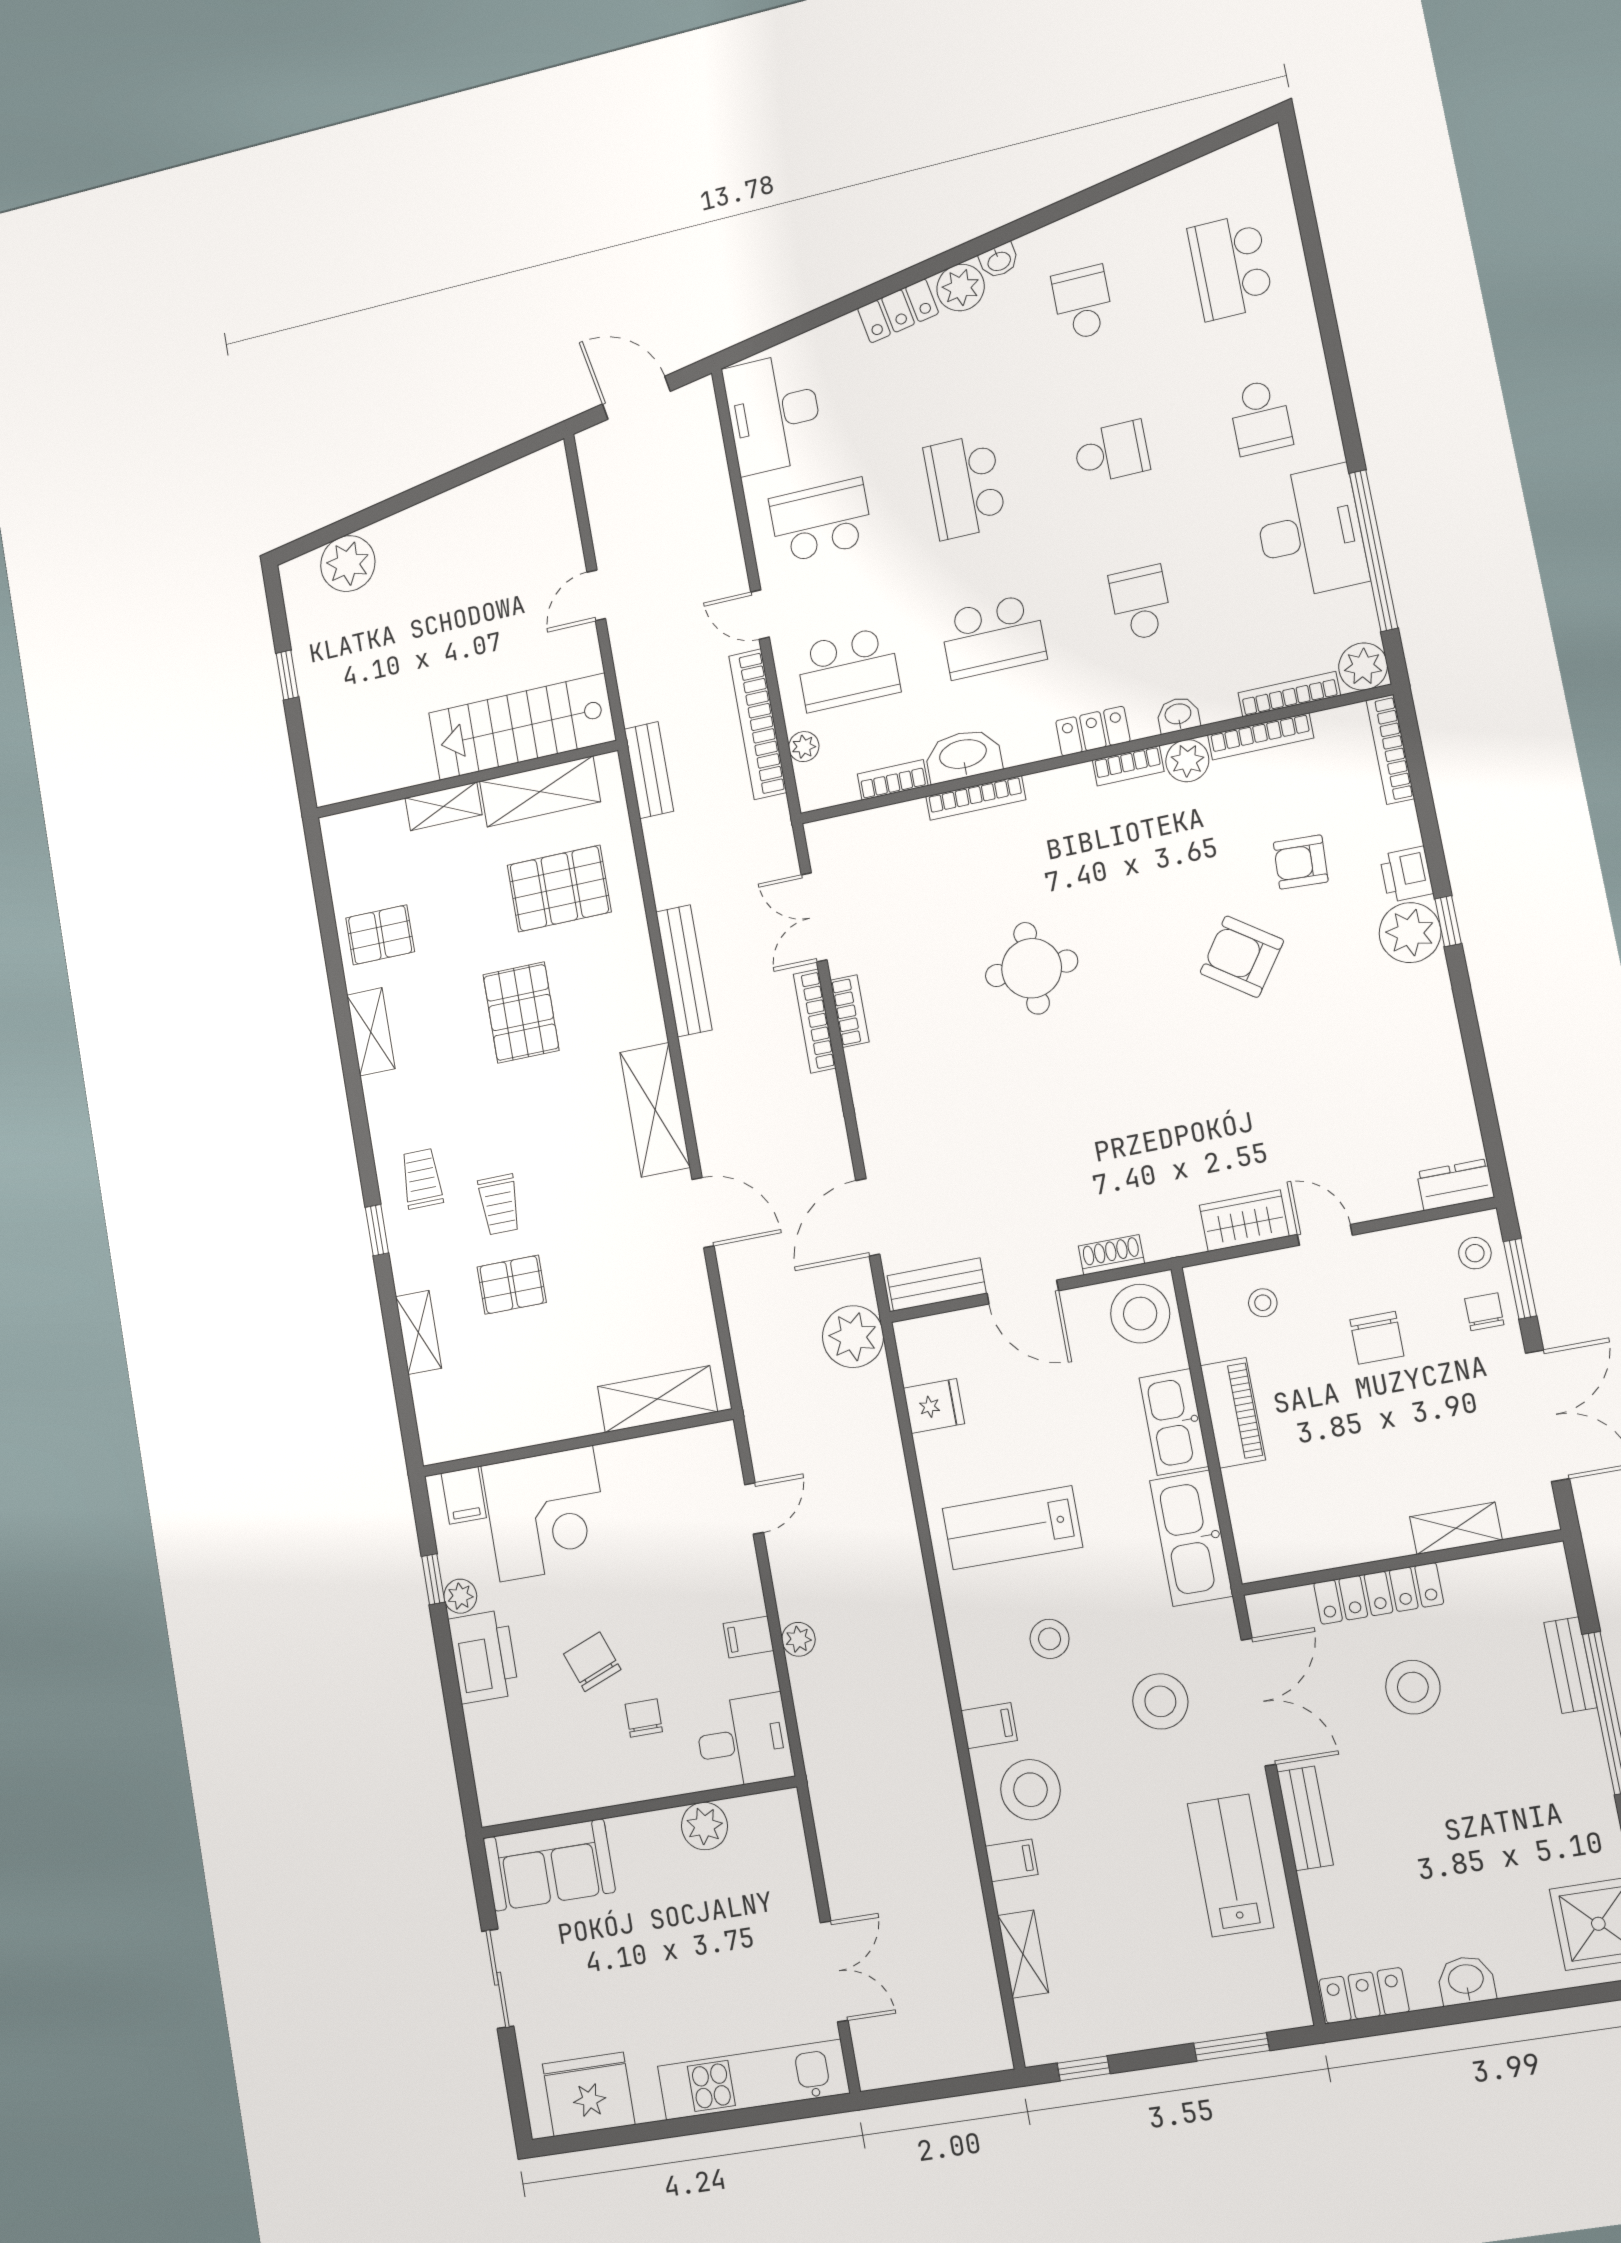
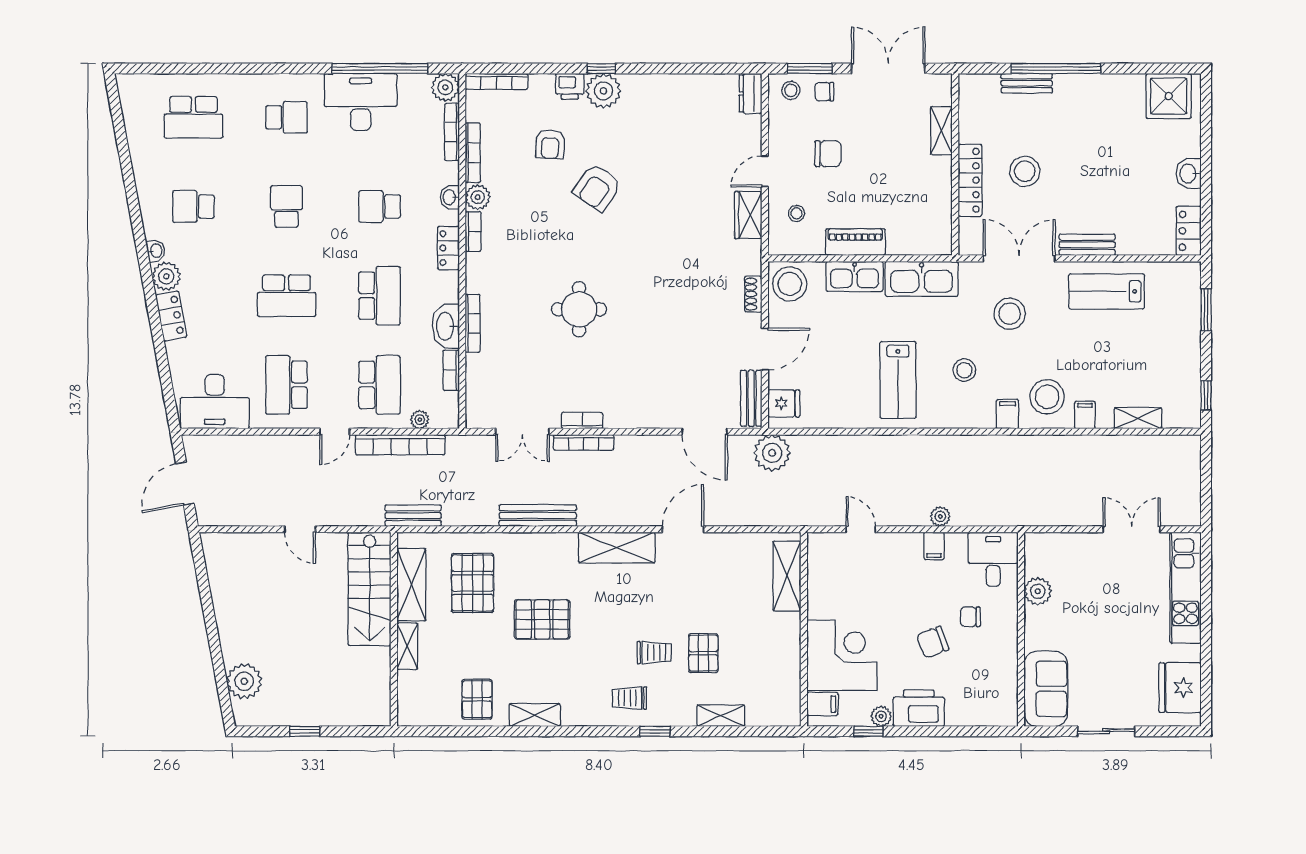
fridge: (934, 1406) -> (784, 403), moved, turned 90

